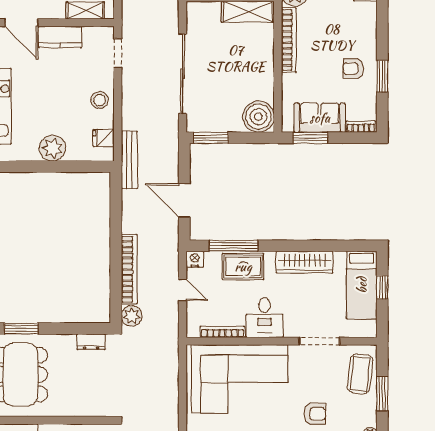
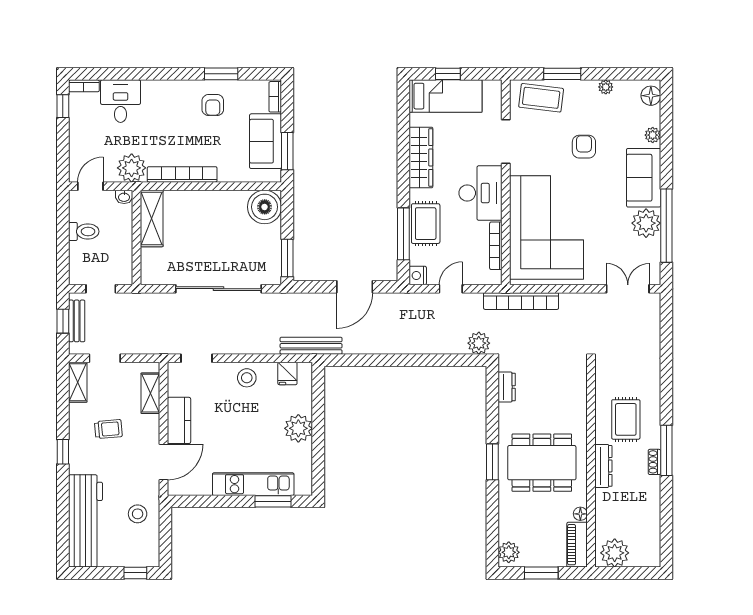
bookcase: (129, 269) -> (521, 301), moved, turned 180
desk: (265, 318) -> (481, 193), width x1.37

